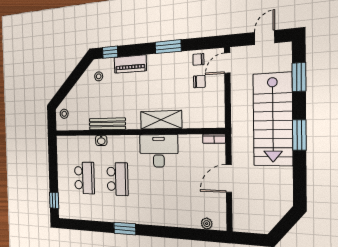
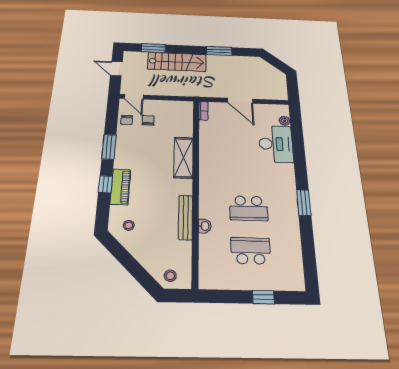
window: (110, 52) -> (105, 184), moved
stairs: (273, 120) -> (177, 62), width x0.73, depth x0.66
window: (299, 135) -> (219, 51), moved
desk: (159, 151) -> (276, 144), moved, turned 180
school desk: (117, 179) -> (249, 208), turned 180
window: (54, 200) -> (263, 297), moved

